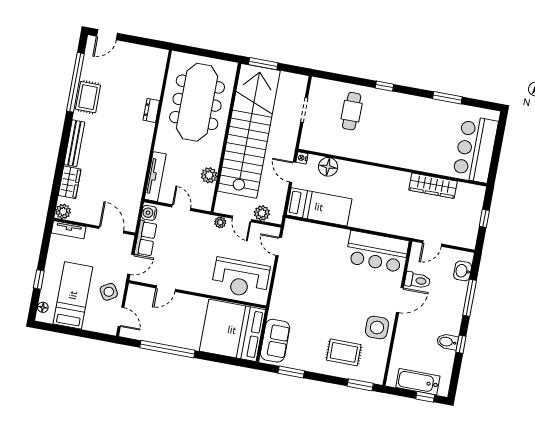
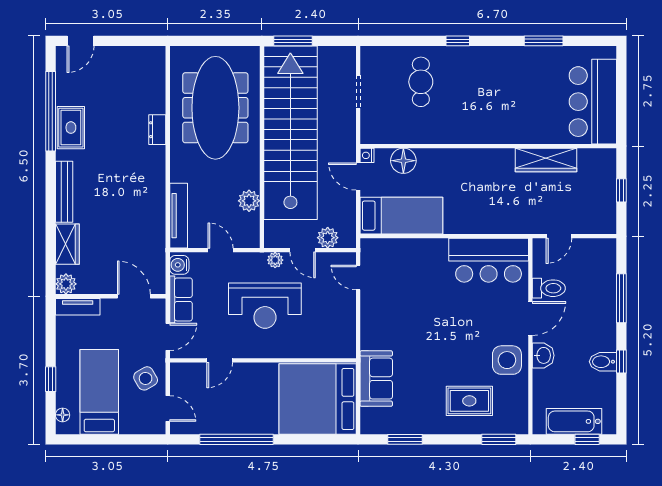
washbasin: (463, 271) -> (543, 355), moved, turned 180
reception desk: (241, 278) -> (265, 306), moved
sofa: (275, 341) -> (376, 379), moved

